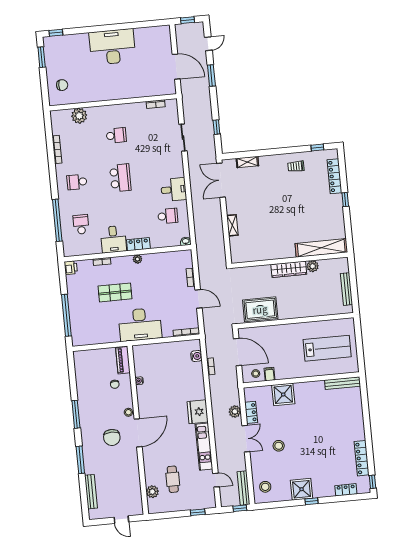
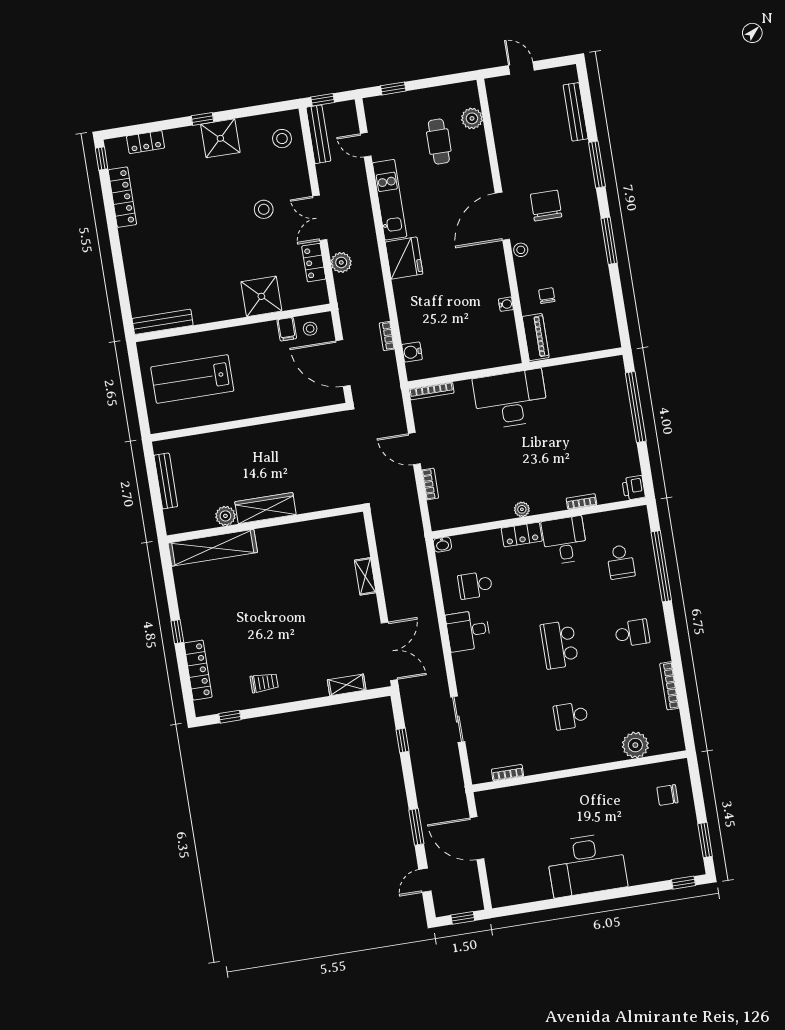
shop shelf: (115, 292) -> (556, 451), removed
rug: (260, 309) -> (309, 438), removed

